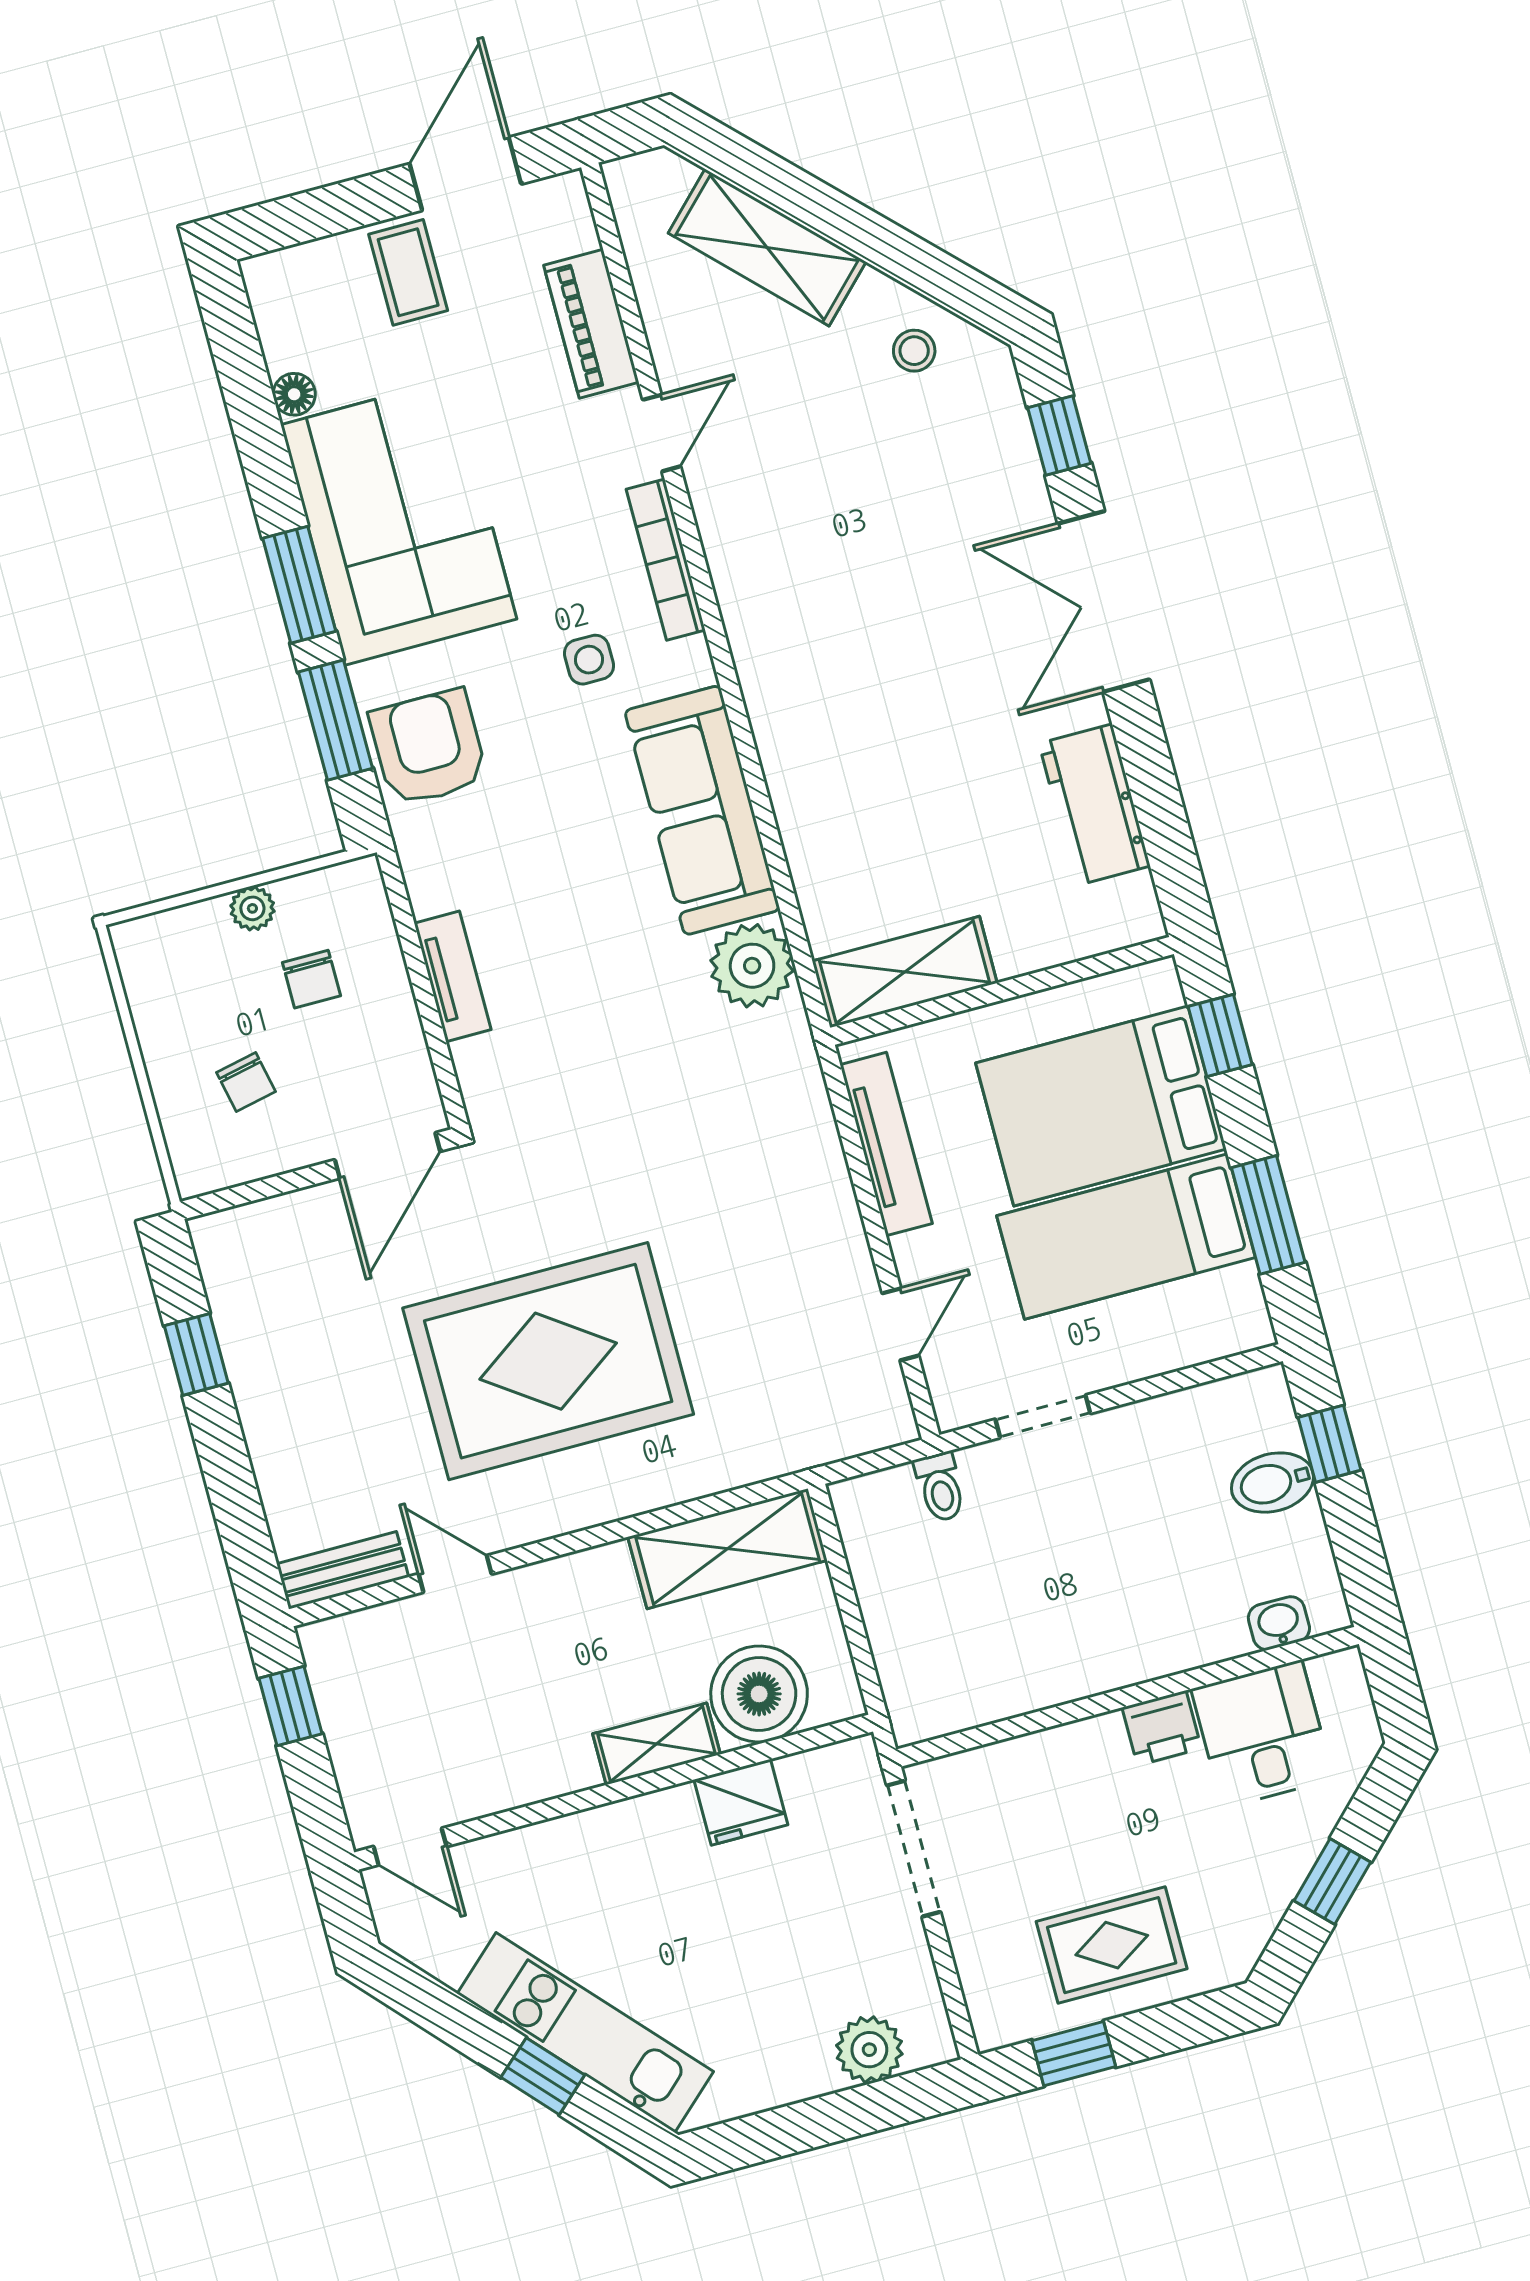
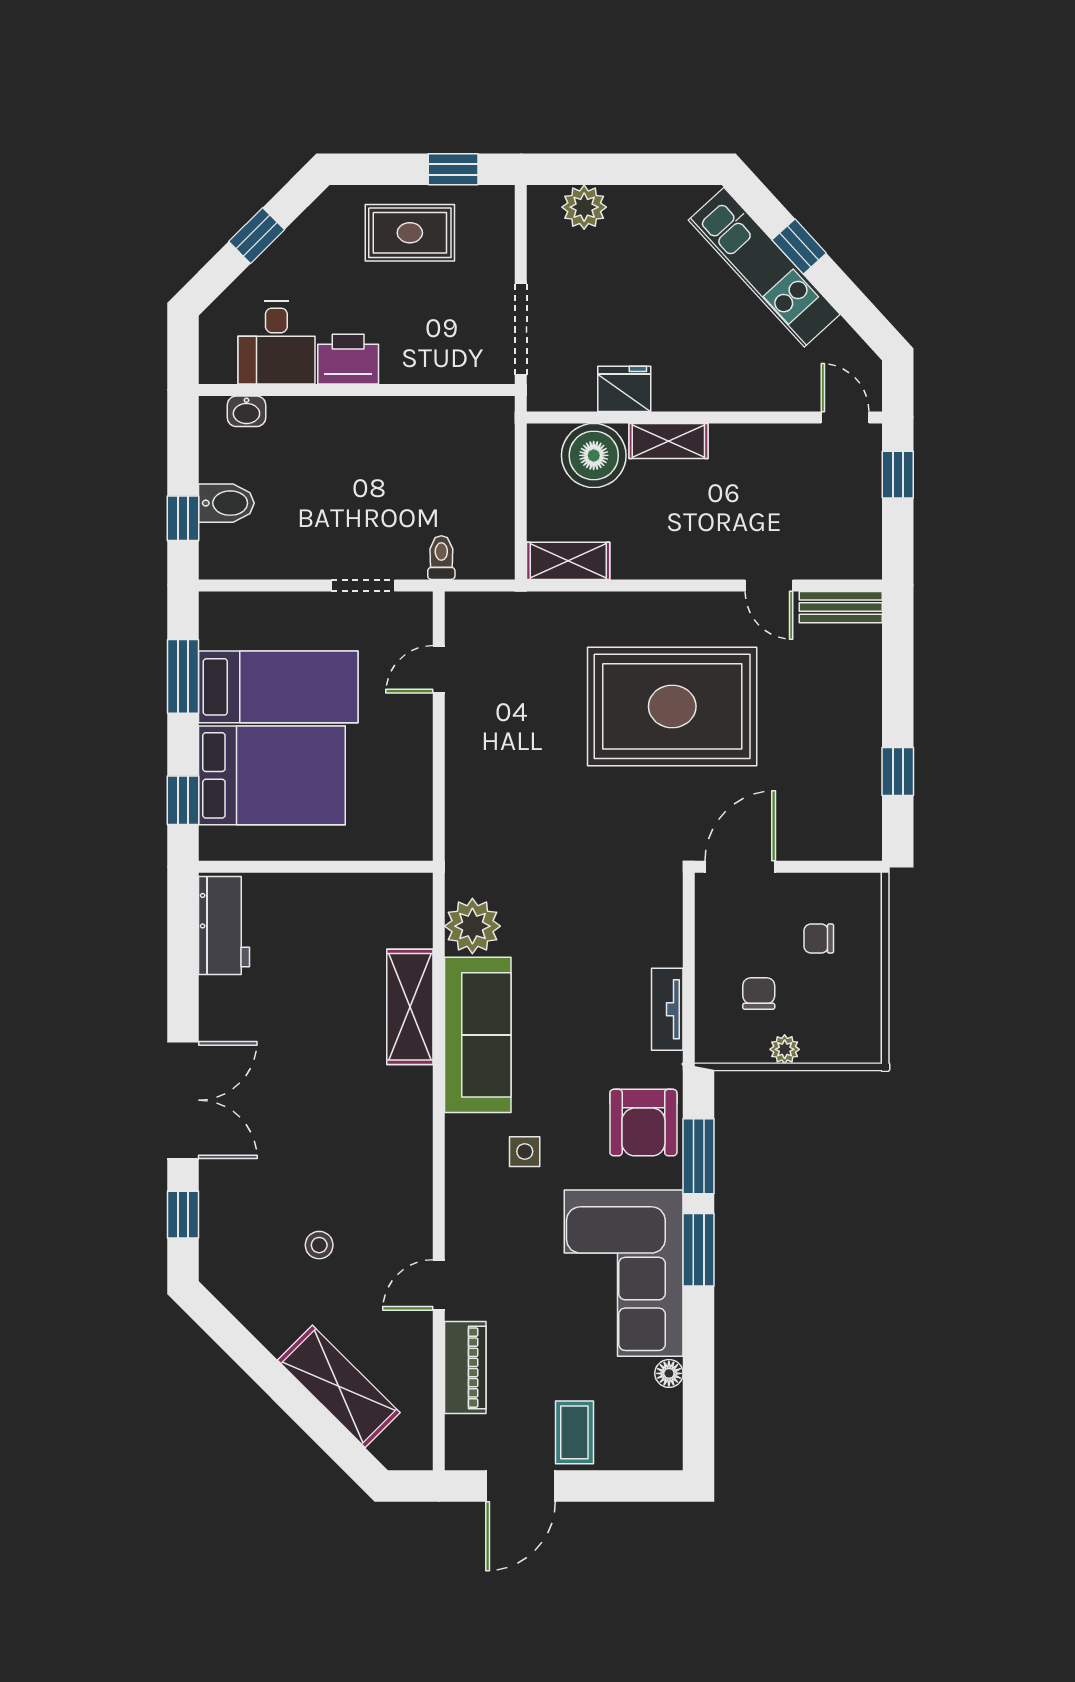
stool: (914, 351) -> (319, 1245), moved
bookcase: (666, 560) -> (458, 1203), removed
workbench: (1095, 805) -> (224, 925), moved
shelving: (905, 972) -> (410, 1007), moved, turned 90
tv unit: (453, 976) -> (667, 1009), moved
chair: (246, 1082) -> (819, 939), turned -78
tv unit: (886, 1144) -> (417, 788), removed
shelving: (728, 1549) -> (568, 561), width x0.67, depth x0.75
window: (290, 1706) -> (898, 475), moved
printer: (1162, 1728) -> (348, 359), width x1.36, depth x1.24

